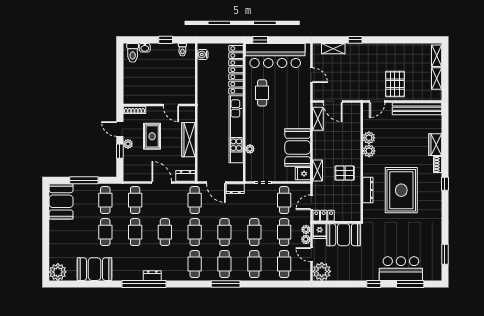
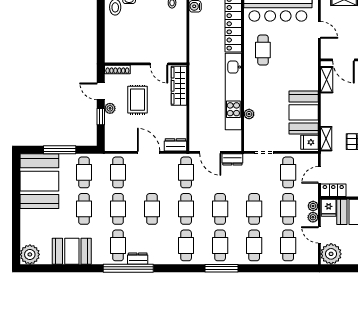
wardrobe: (189, 140) -> (179, 86), moved
booth: (61, 201) -> (39, 181), width x1.36, depth x1.42
cafe table: (135, 264) -> (118, 245), added

